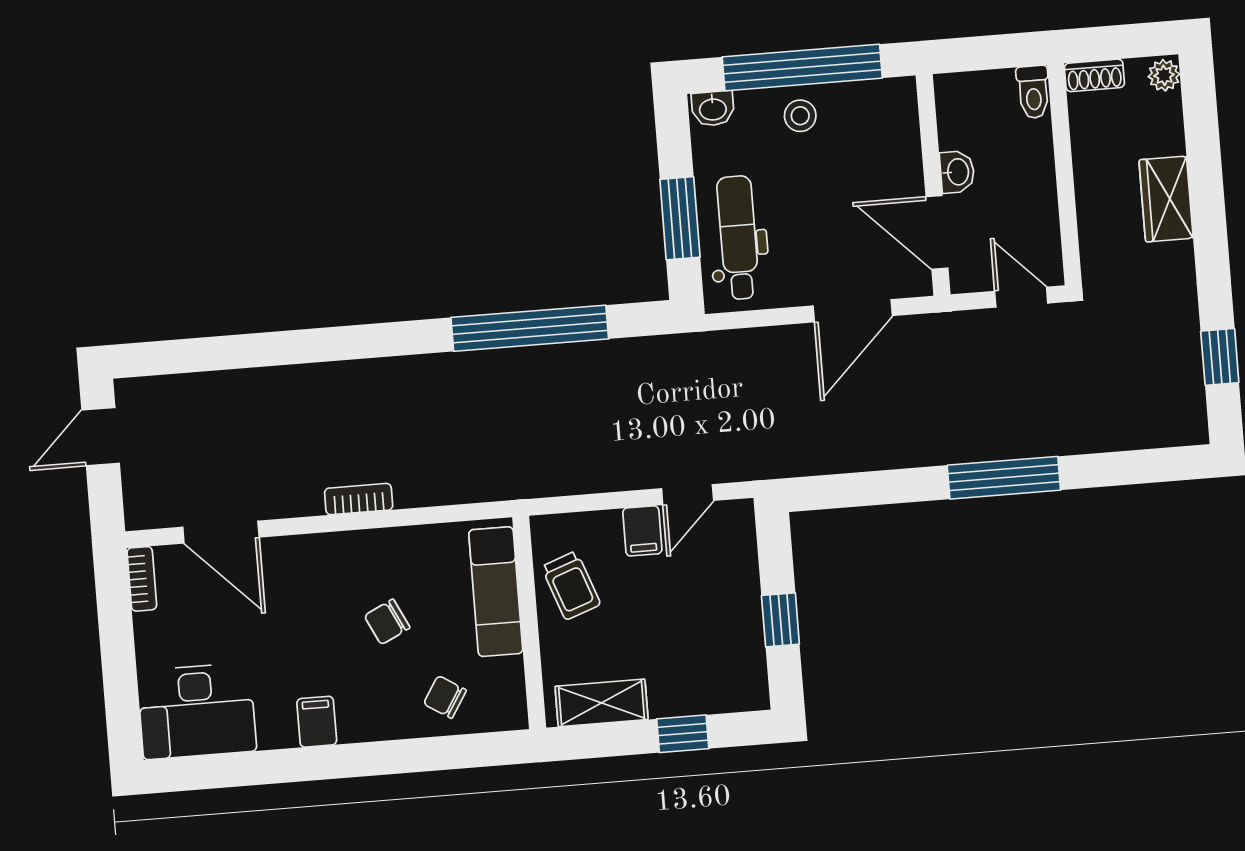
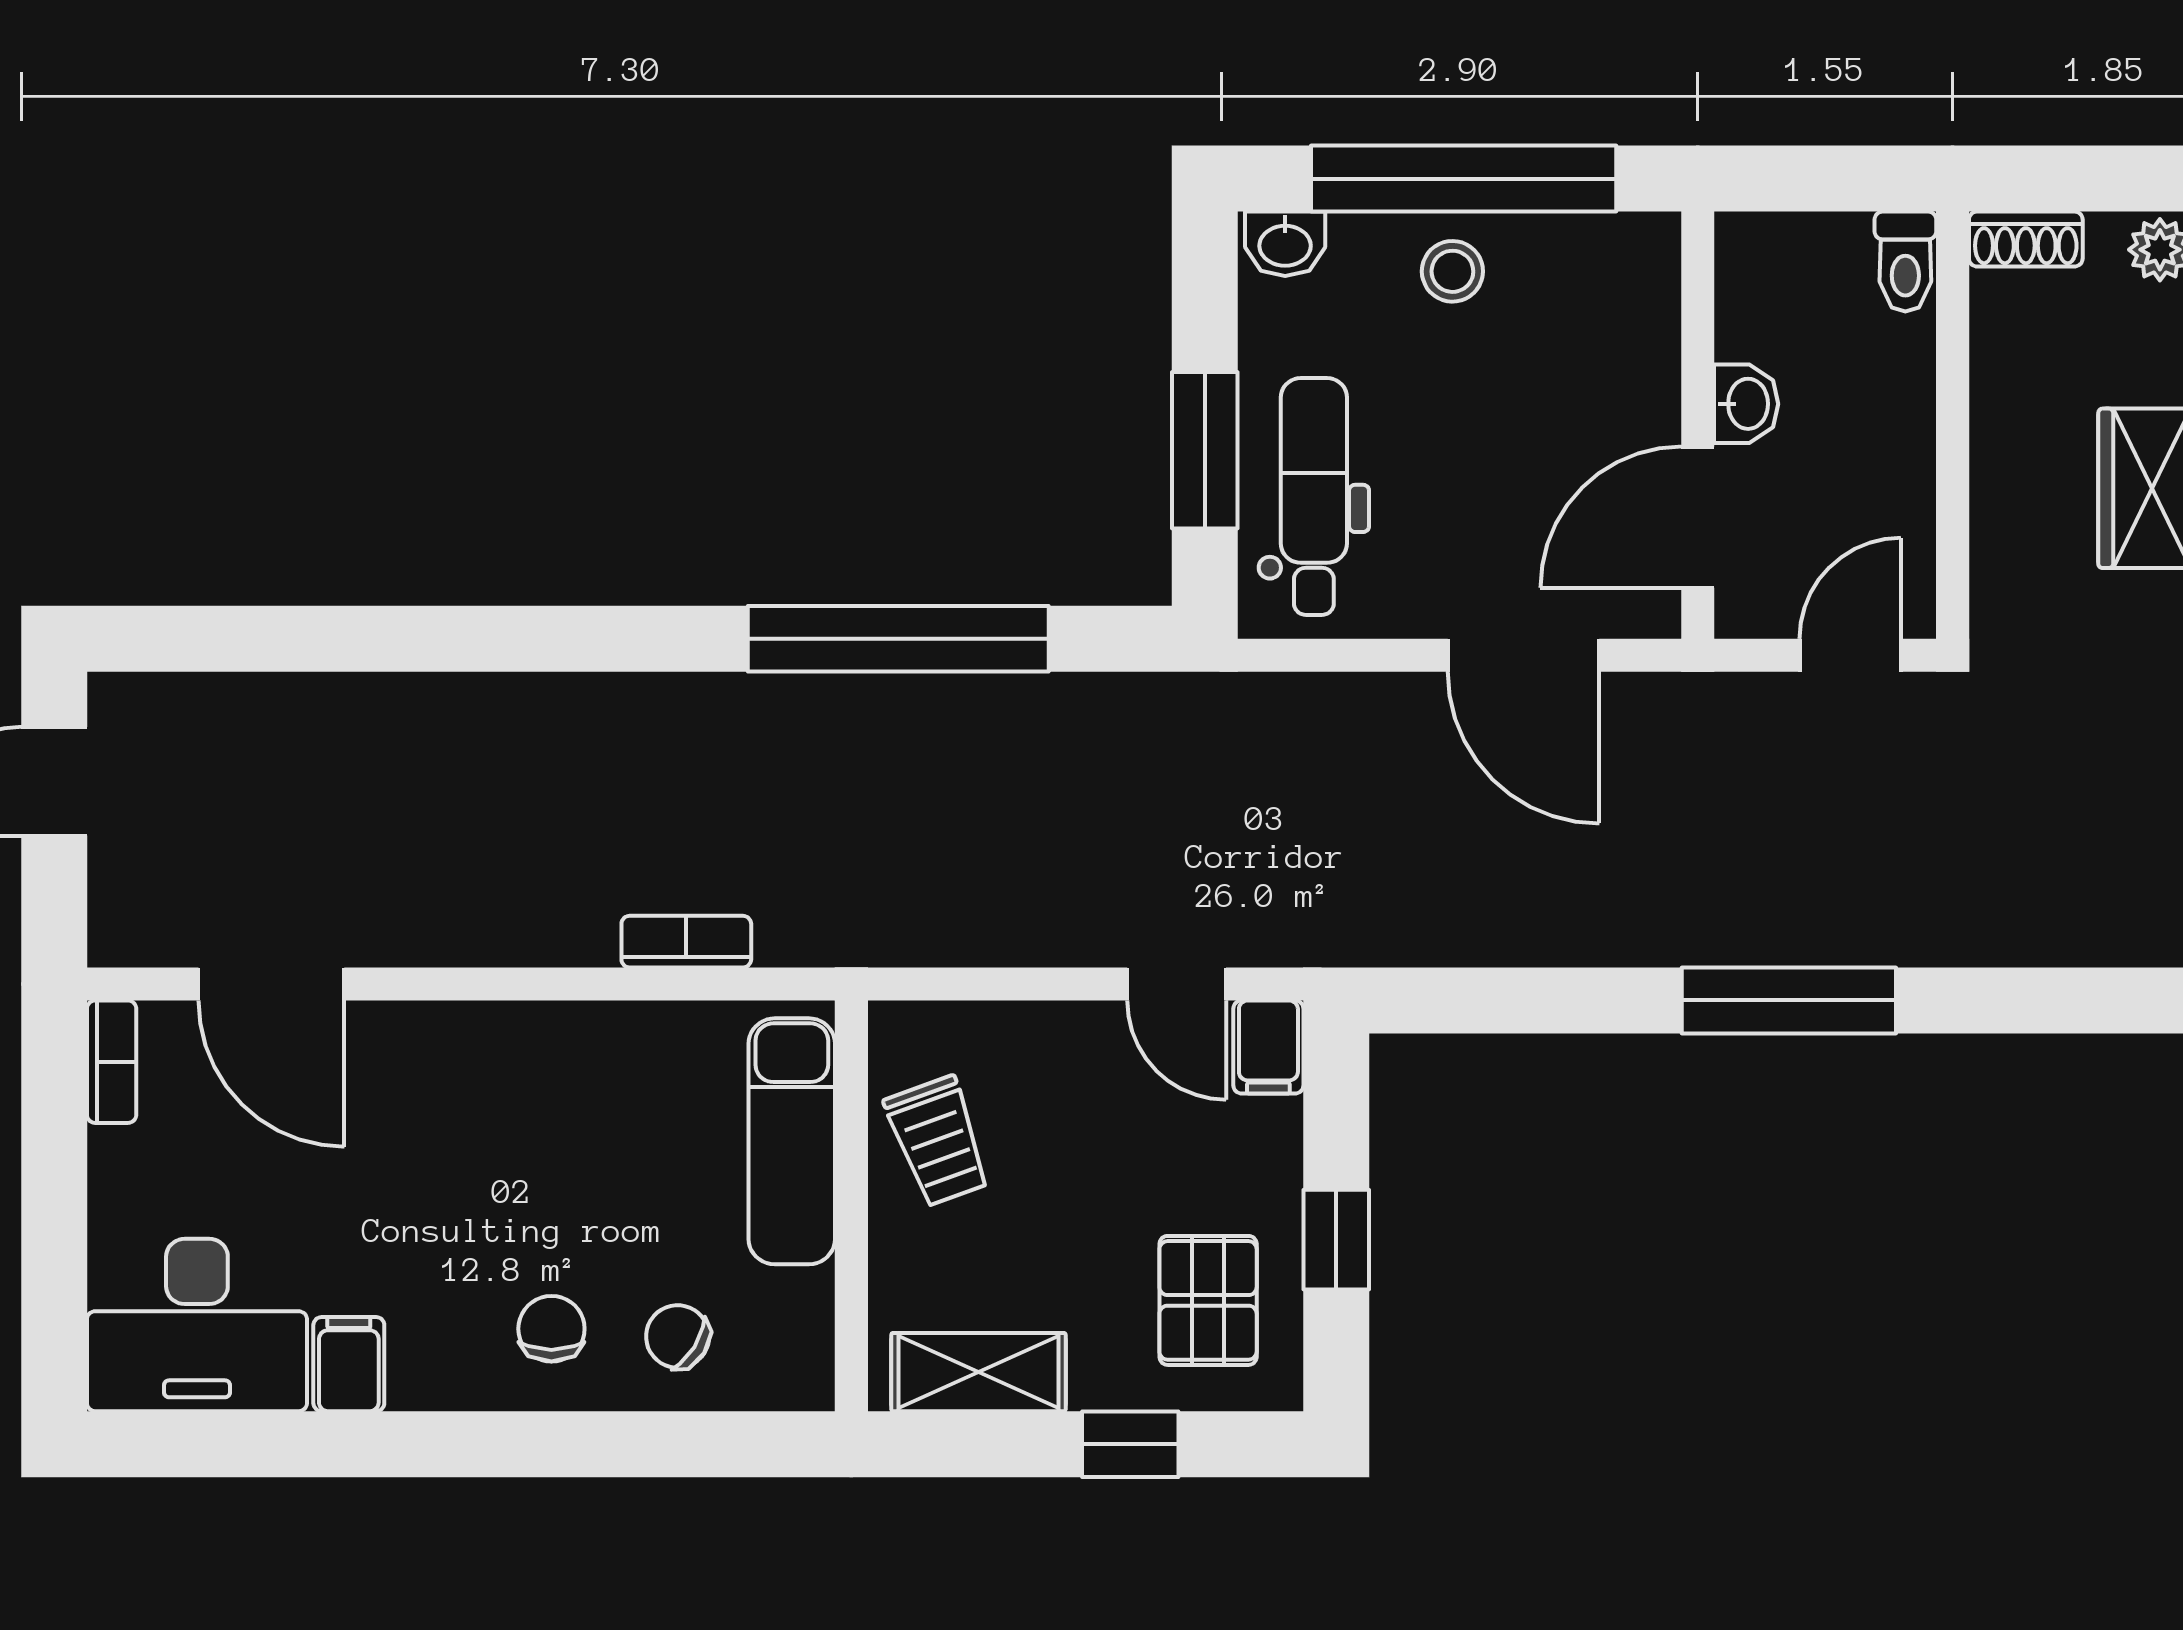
door: (937, 232) -> (1698, 517), hinge flipped
door: (1021, 297) -> (1850, 655), hinge flipped
door: (853, 311) -> (1523, 655), hinge flipped
door: (688, 495) -> (1177, 984), hinge flipped
bookcase: (359, 499) -> (686, 942), moved
filing cabinet: (642, 531) -> (1268, 1047), moved
chair: (387, 622) -> (551, 1329), moved, turned 116
pallet: (717, 656) -> (1208, 1300), added
filing cabinet: (317, 722) -> (349, 1364), moved

